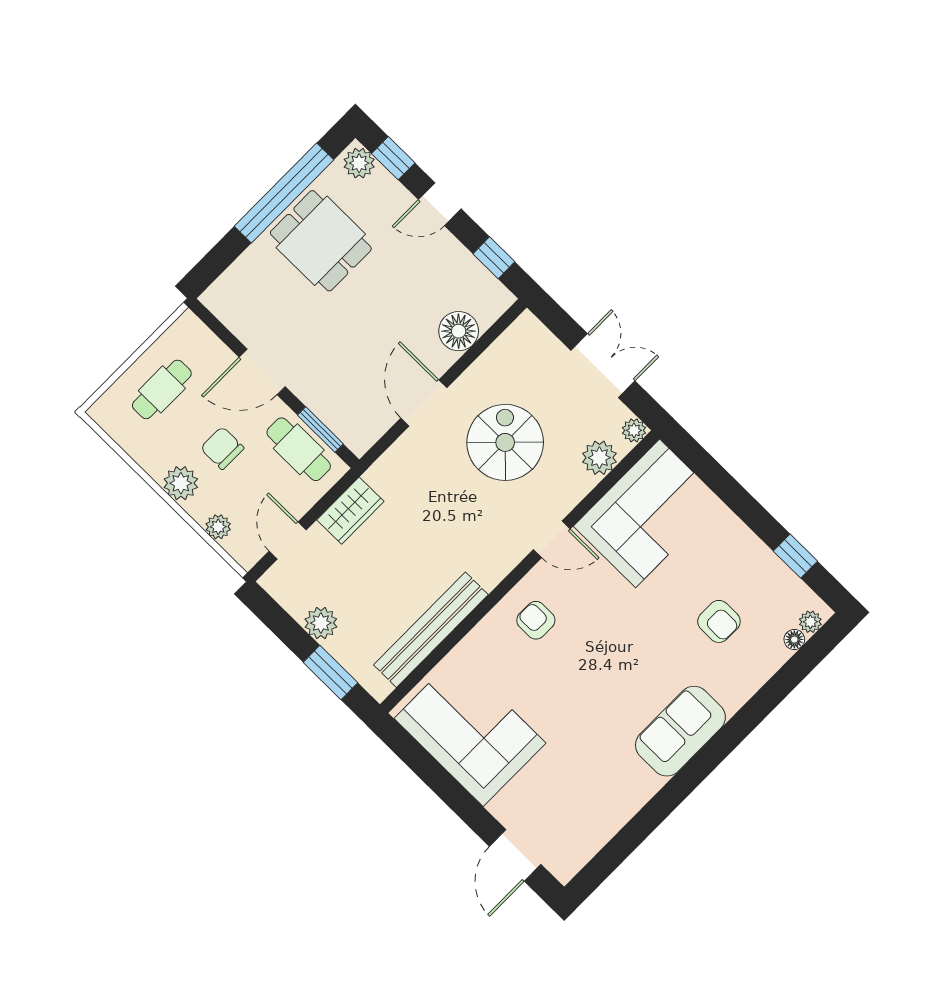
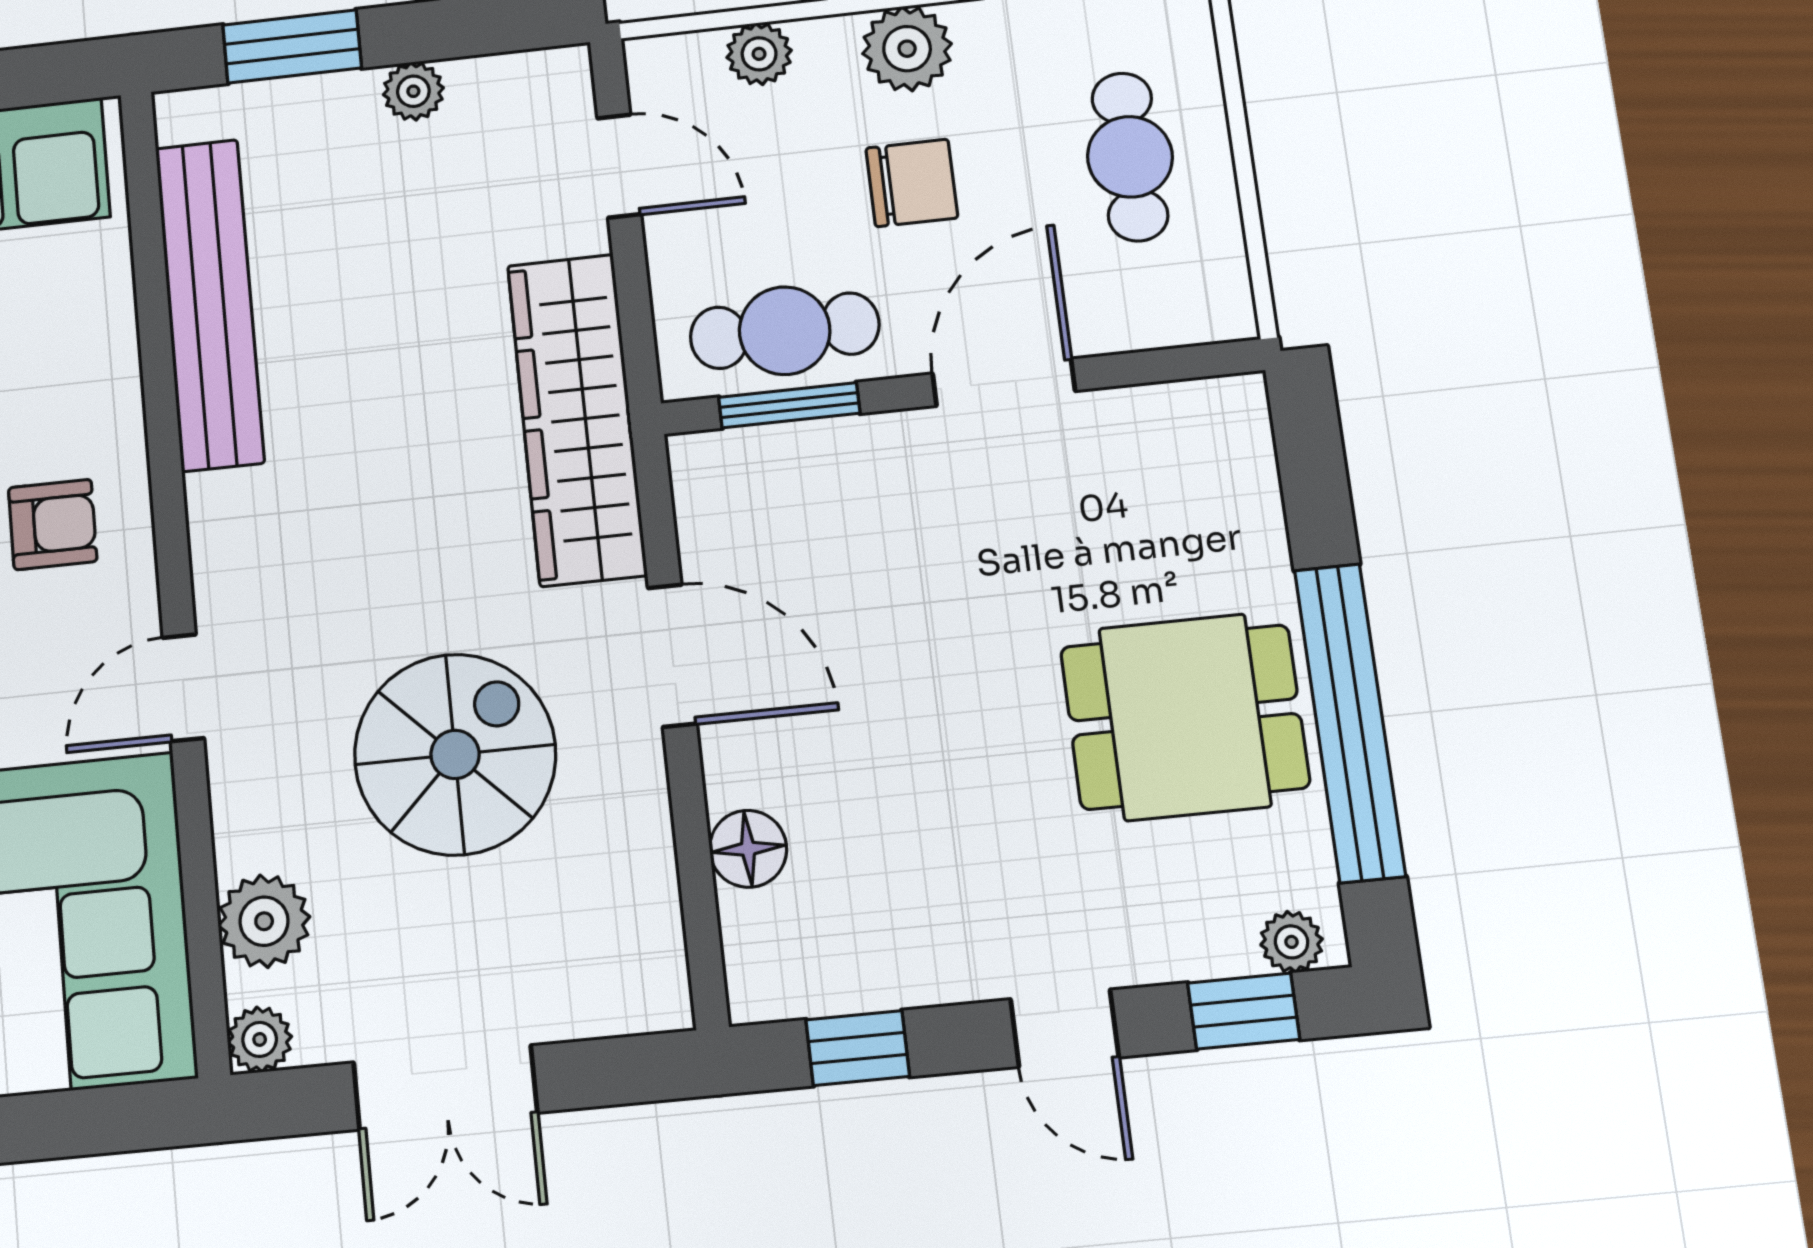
plant: (359, 163) -> (1292, 942), width x0.73, depth x0.73
door: (440, 204) -> (1065, 1028), swing flipped
floor lamp: (459, 331) -> (748, 849), width x0.73, depth x0.73
spiral stairs: (505, 442) -> (455, 754), turned -90
wardrobe: (350, 511) -> (577, 419), width x2.10, depth x1.17
plant: (321, 623) -> (413, 91), width x0.73, depth x0.73

